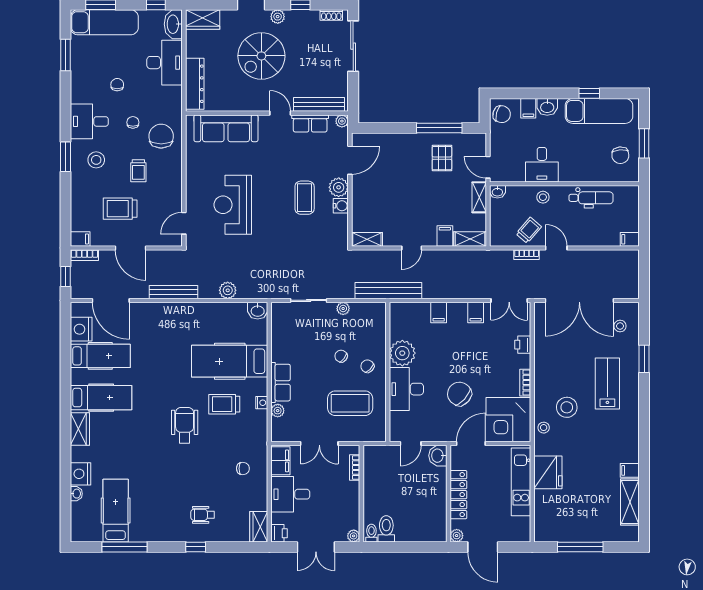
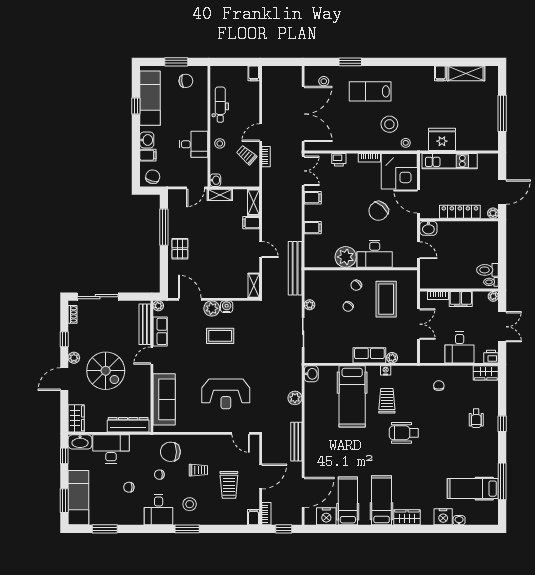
pallet: (442, 158) -> (180, 249), moved, turned 90
trolley: (224, 404) -> (387, 401), turned 180
filing cabinet: (280, 461) -> (461, 299), moved, turned 180

